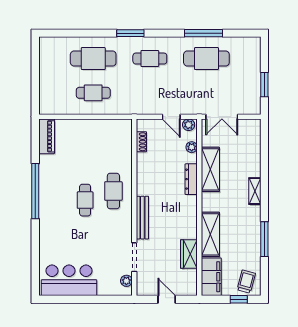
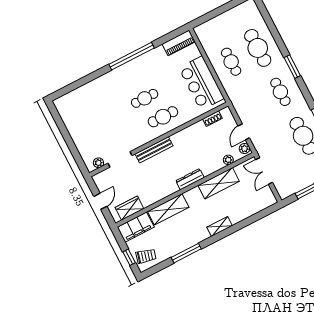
dresser: (191, 179) -> (190, 179), moved
wardrobe: (189, 254) -> (129, 208), moved
bar counter: (69, 280) -> (201, 83), moved, turned 180

